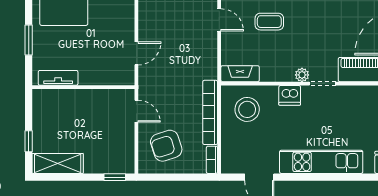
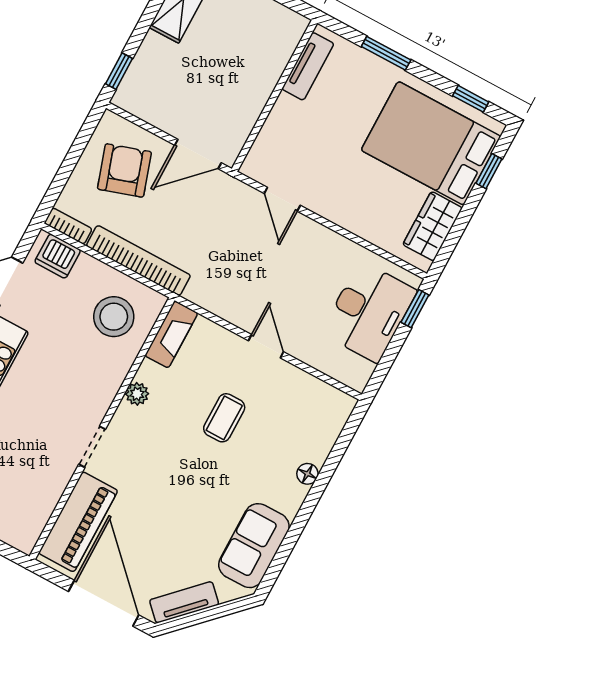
door: (219, 20) -> (266, 346), swing flipped
plant: (302, 75) -> (137, 394), moved
dishwasher: (290, 95) -> (58, 256), moved, turned -90
door: (136, 111) -> (198, 154), width x1.38

